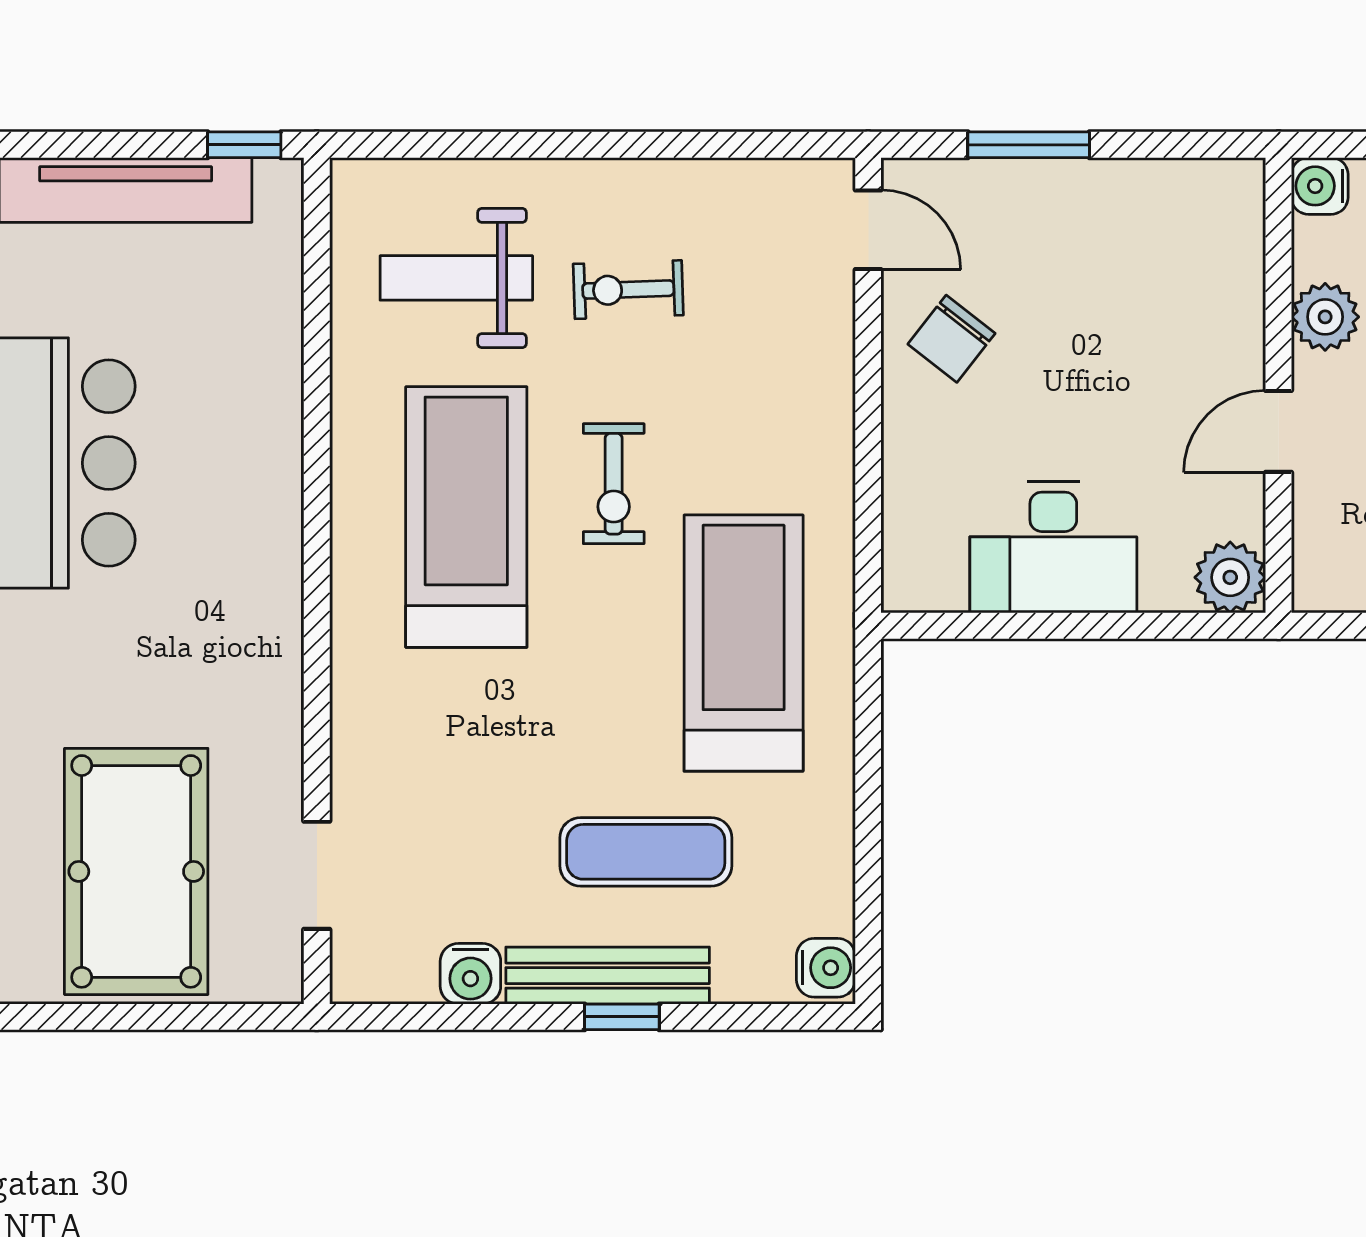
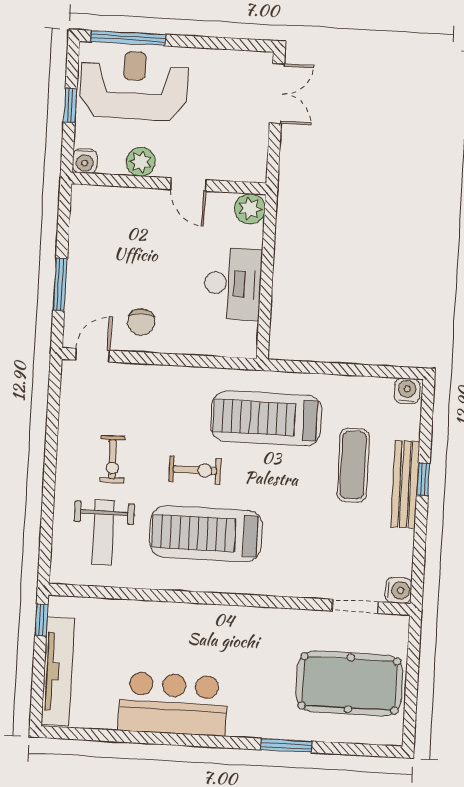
chair: (952, 339) -> (141, 322), turned 52
water cooler: (470, 974) -> (399, 590), moved

